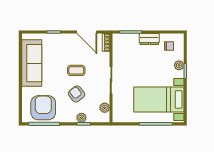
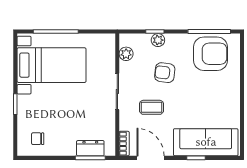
dresser: (149, 39) -> (90, 148), moved
sofa: (32, 63) -> (206, 142), moved, turned 90
plant: (179, 65) -> (24, 112), removed
coffee table: (76, 70) -> (151, 107), moved
armchair: (76, 94) -> (165, 73), turned 134
armchair: (43, 108) -> (210, 54), turned -90

